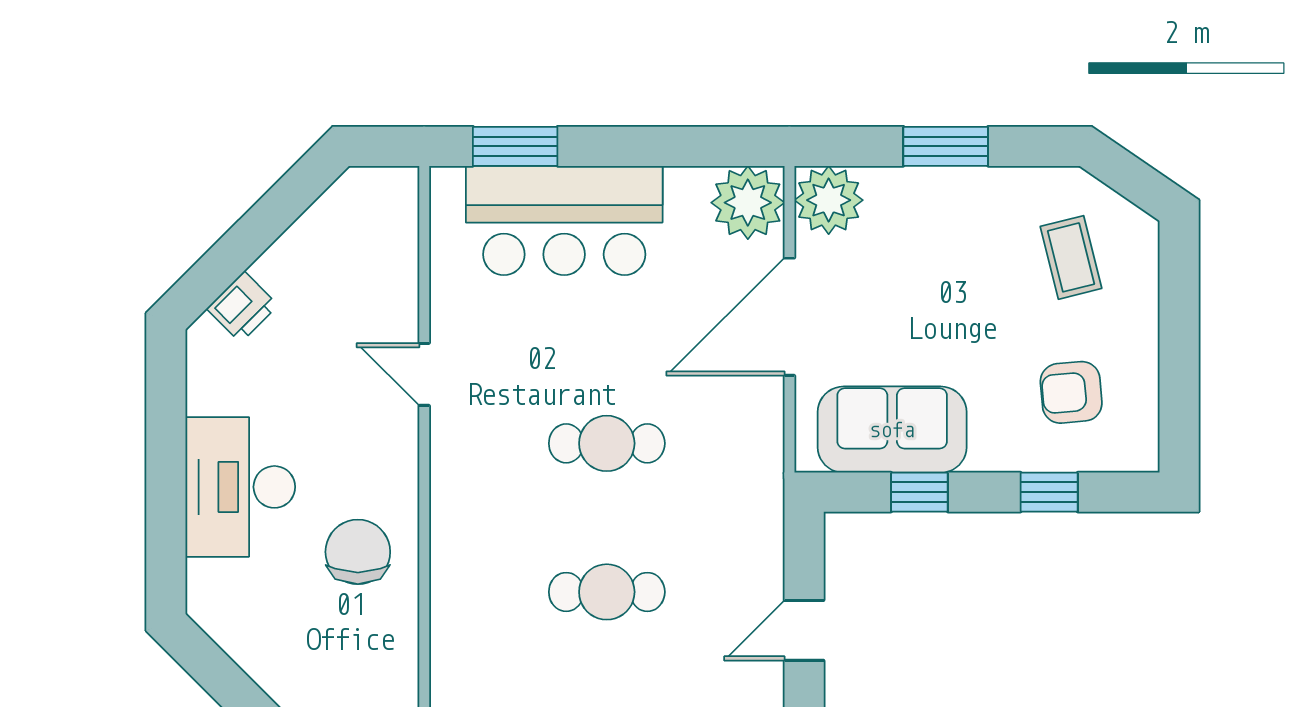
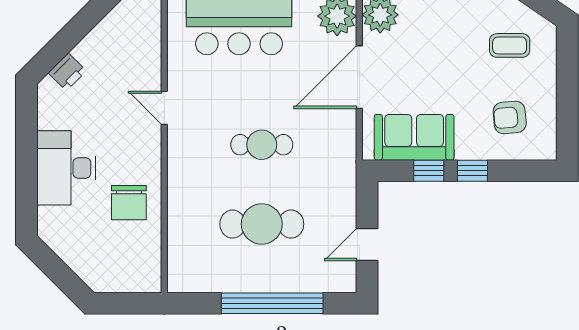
coffee table: (1071, 257) -> (510, 45), turned -76
window: (1049, 492) -> (473, 171), moved
chair: (358, 552) -> (129, 203), turned 180
cafe table: (607, 592) -> (262, 224), width x1.37, depth x1.35

